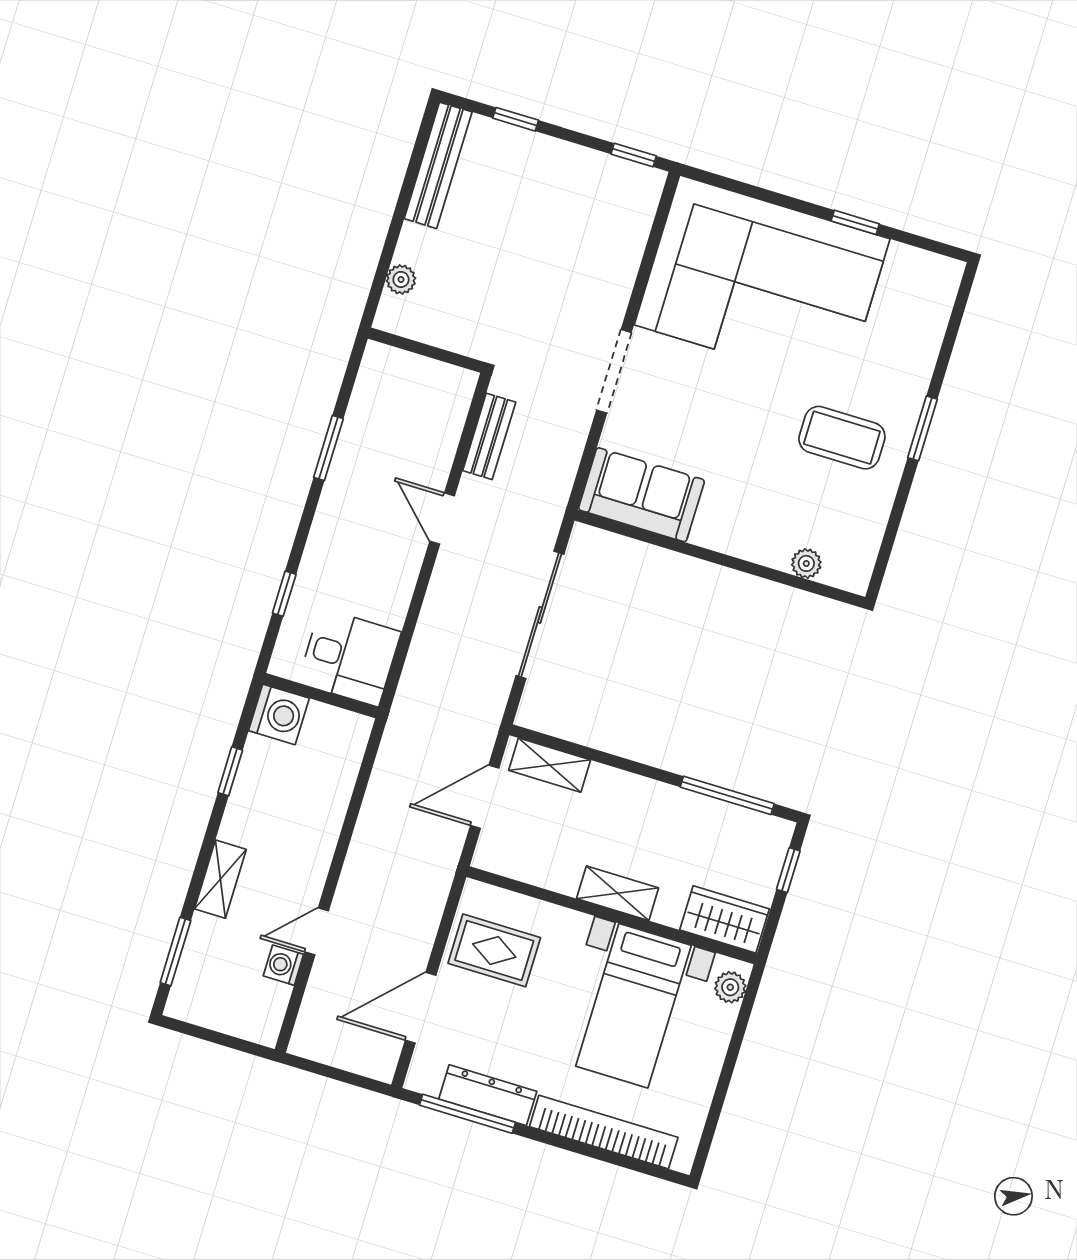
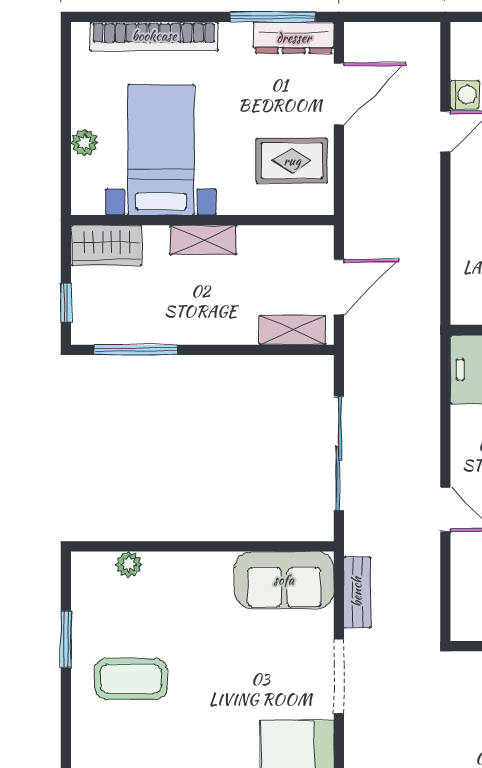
window: (922, 428) -> (66, 639), moved
bench: (489, 436) -> (357, 592), moved
plant: (730, 987) -> (85, 143), moved
dresser: (488, 1095) -> (294, 38), moved

